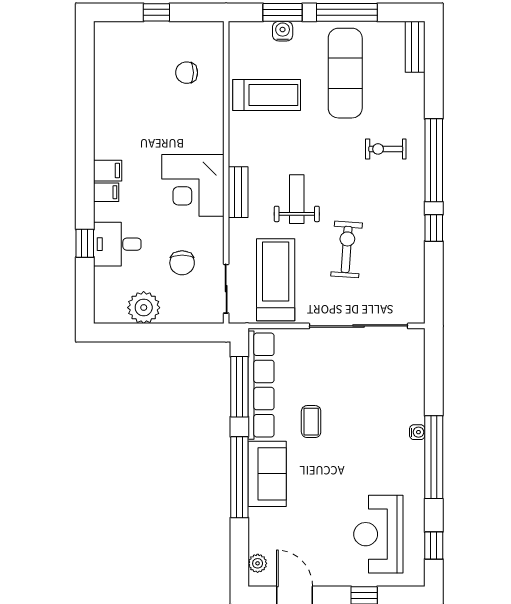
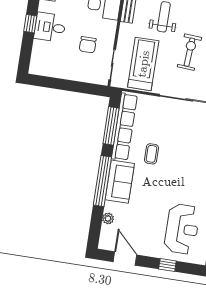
plant: (144, 308) -> (60, 68), removed
reception desk: (378, 534) -> (182, 229), turned 180
plant: (258, 563) -> (108, 218), moved

